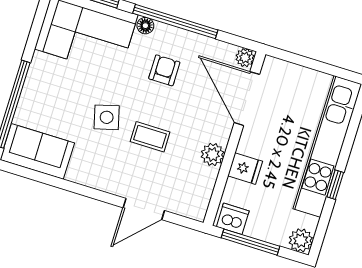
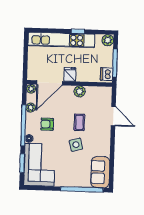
plant: (207, 46) -> (31, 108), added
fridge: (245, 169) -> (70, 74), moved

